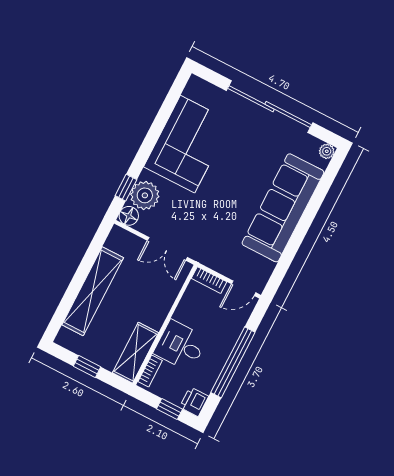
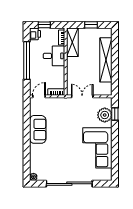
sofa: (283, 208) -> (38, 129), width x0.54, depth x0.79
floor lamp: (129, 216) -> (107, 102), removed

